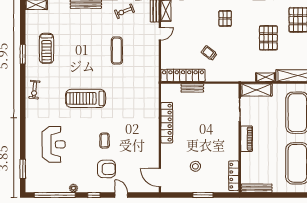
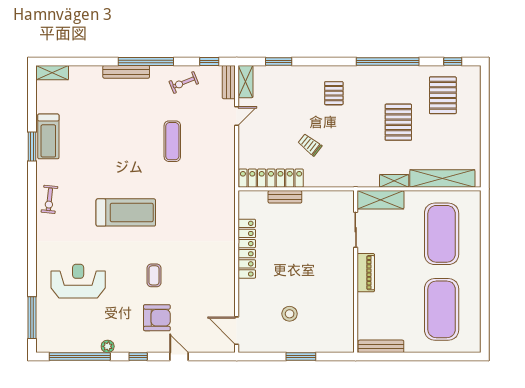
treadmill: (46, 48) -> (48, 136), moved
treadmill: (86, 98) -> (126, 212), turned 180
reception desk: (54, 144) -> (78, 281), turned -90
window: (23, 169) -> (32, 318), width x1.44
locker: (234, 176) -> (347, 328), removed

